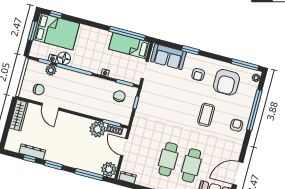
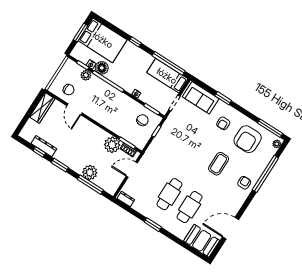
window: (56, 14) -> (135, 42), moved
door: (124, 147) -> (132, 170), hinge flipped
plant: (109, 169) -> (90, 172), moved

